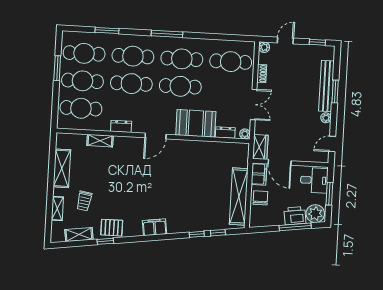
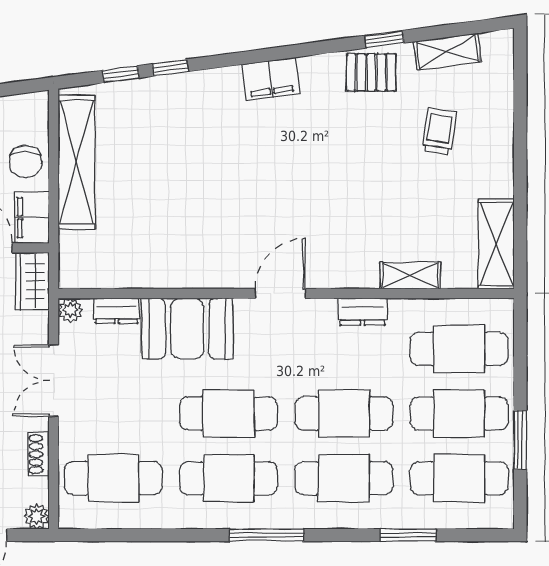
shelving: (62, 168) -> (496, 244), moved
shelving: (57, 209) -> (501, 110), removed

